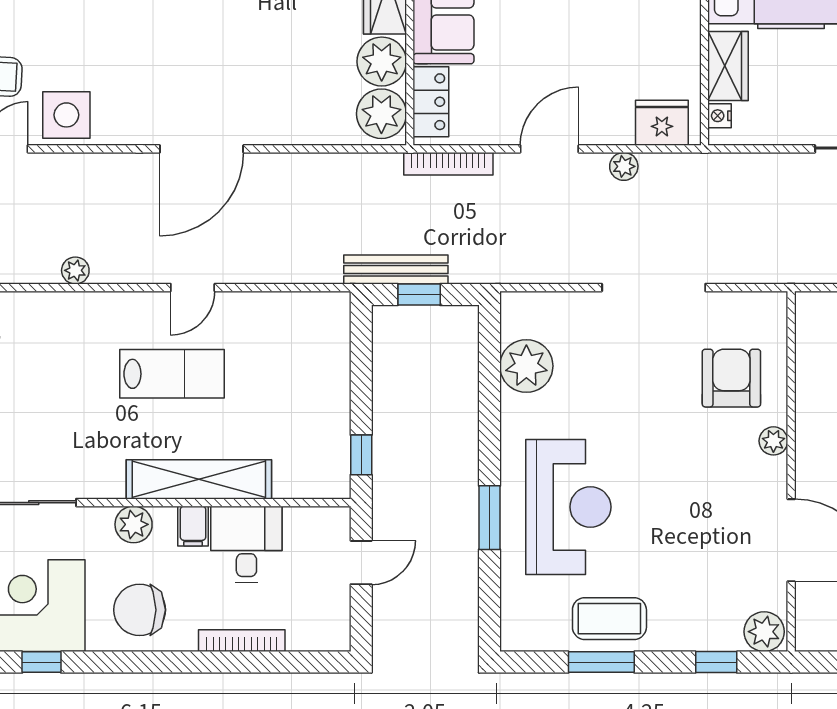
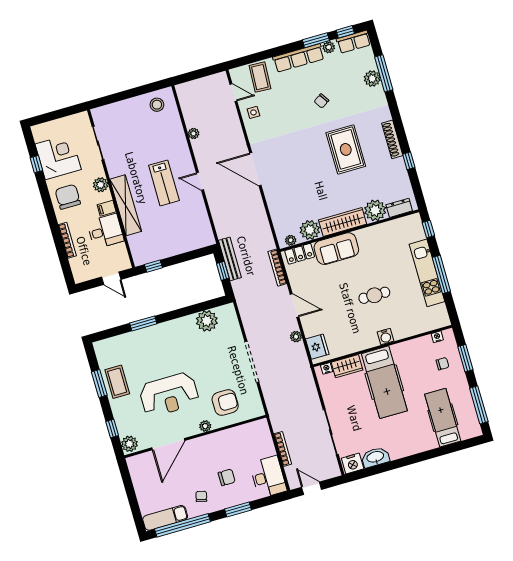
plant: (381, 114) -> (291, 240), width x0.53, depth x0.53
side table: (66, 115) -> (253, 112), width x0.54, depth x0.54
reception desk: (568, 507) -> (169, 395), moved

